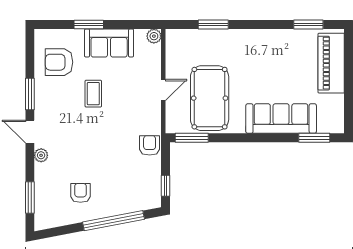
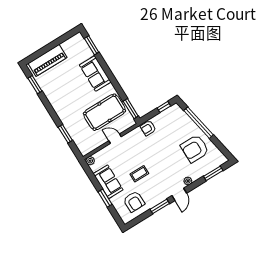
sofa: (281, 119) -> (95, 73), width x0.73
armchair: (80, 193) -> (195, 149), width x1.88, depth x1.88

